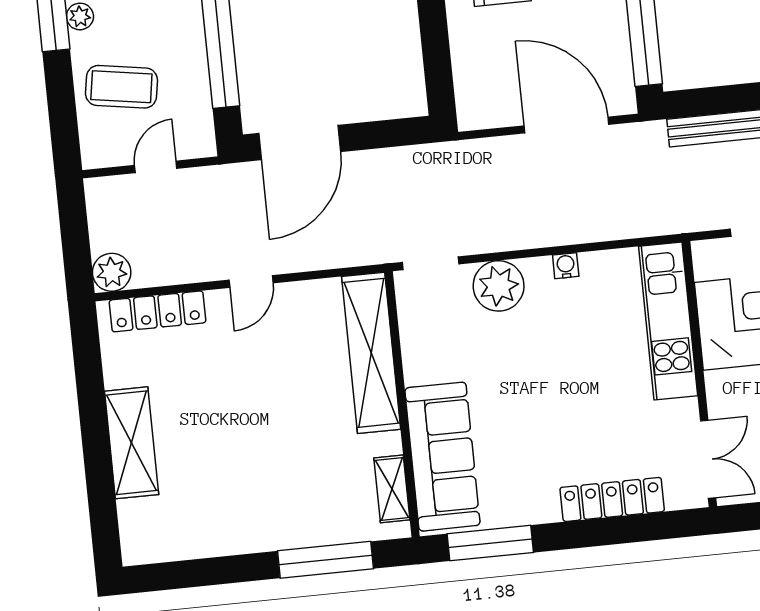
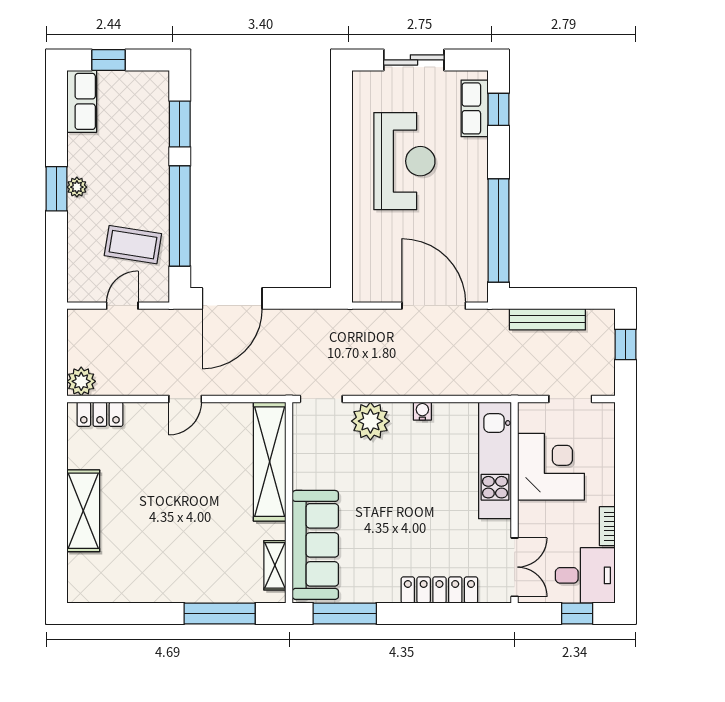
coffee table: (121, 87) -> (133, 245), moved
locker: (158, 311) -> (100, 414), width x0.66

